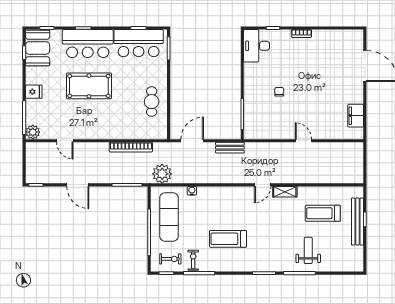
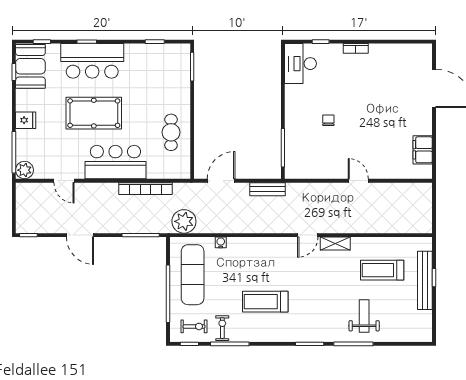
bar counter: (139, 43) -> (115, 162), moved, turned 180

